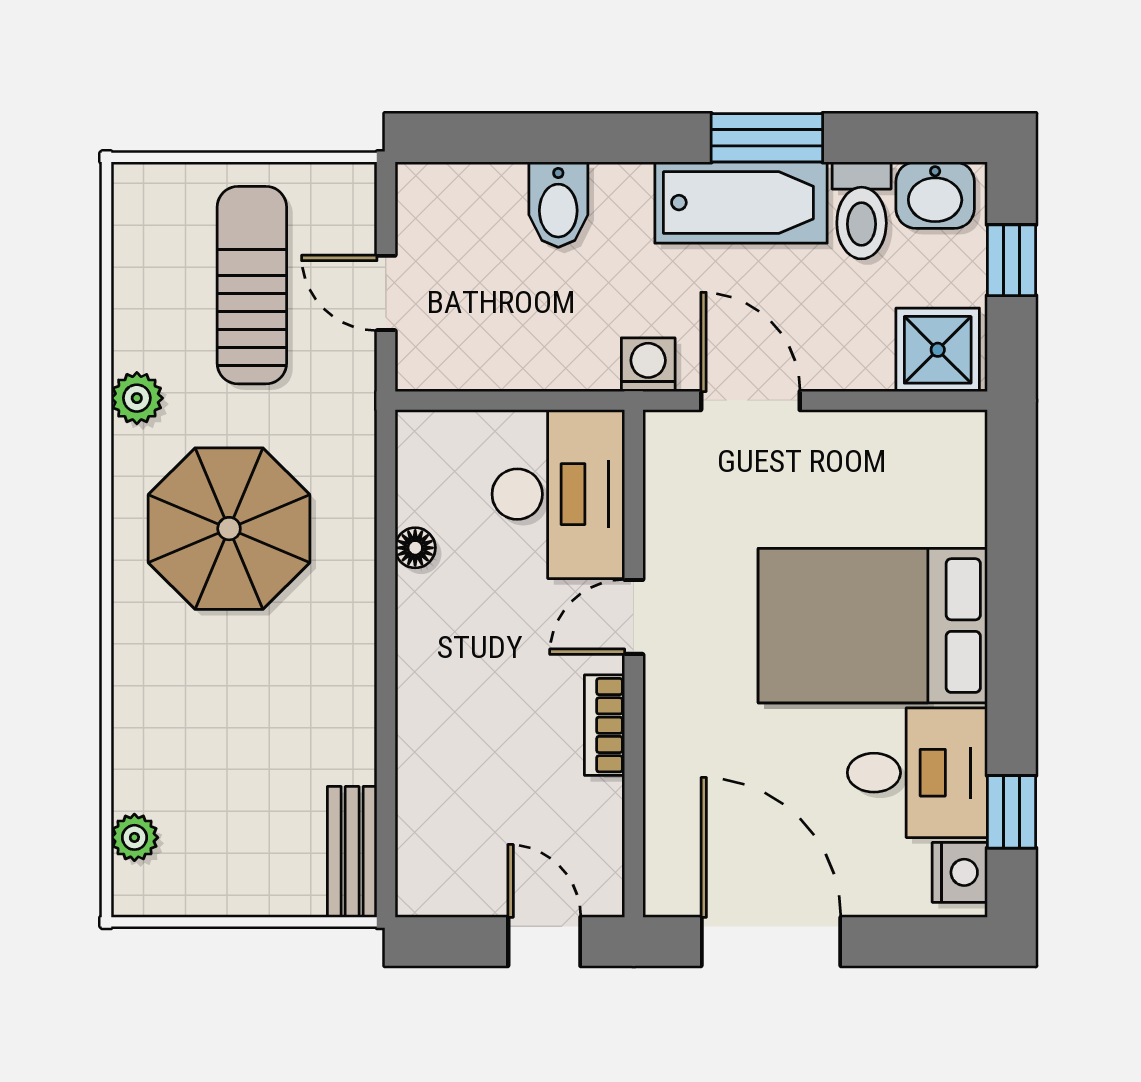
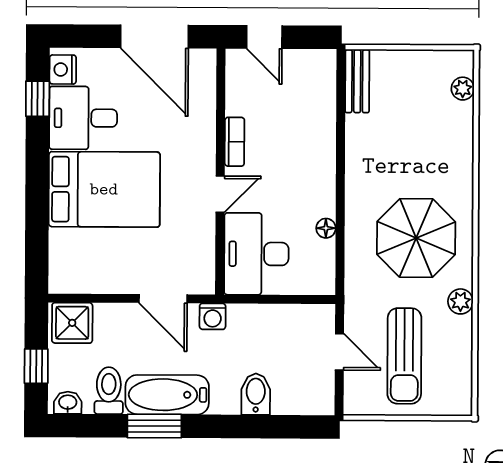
washbasin: (935, 195) -> (68, 403), width x0.72, depth x0.69

